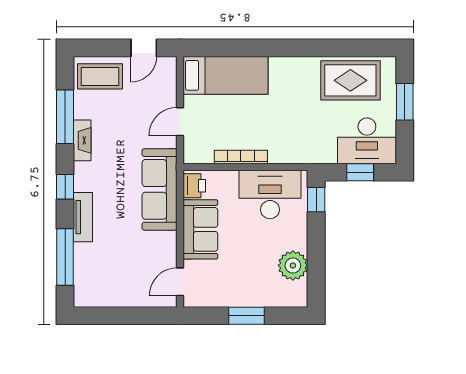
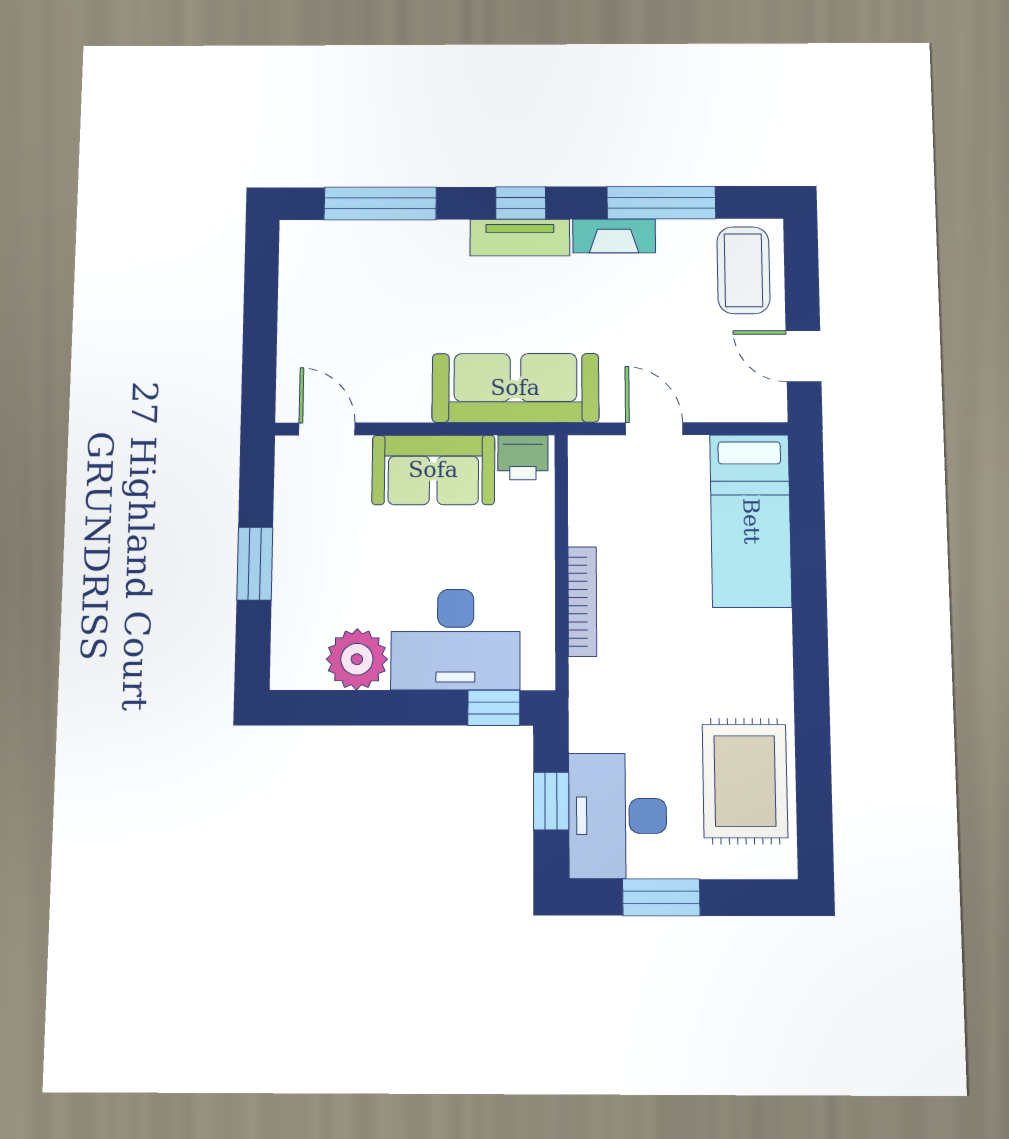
window: (405, 102) -> (661, 897), moved
bookcase: (241, 157) -> (582, 601), moved
desk: (270, 194) -> (456, 640), moved, turned 90
tv unit: (83, 217) -> (520, 238), moved

